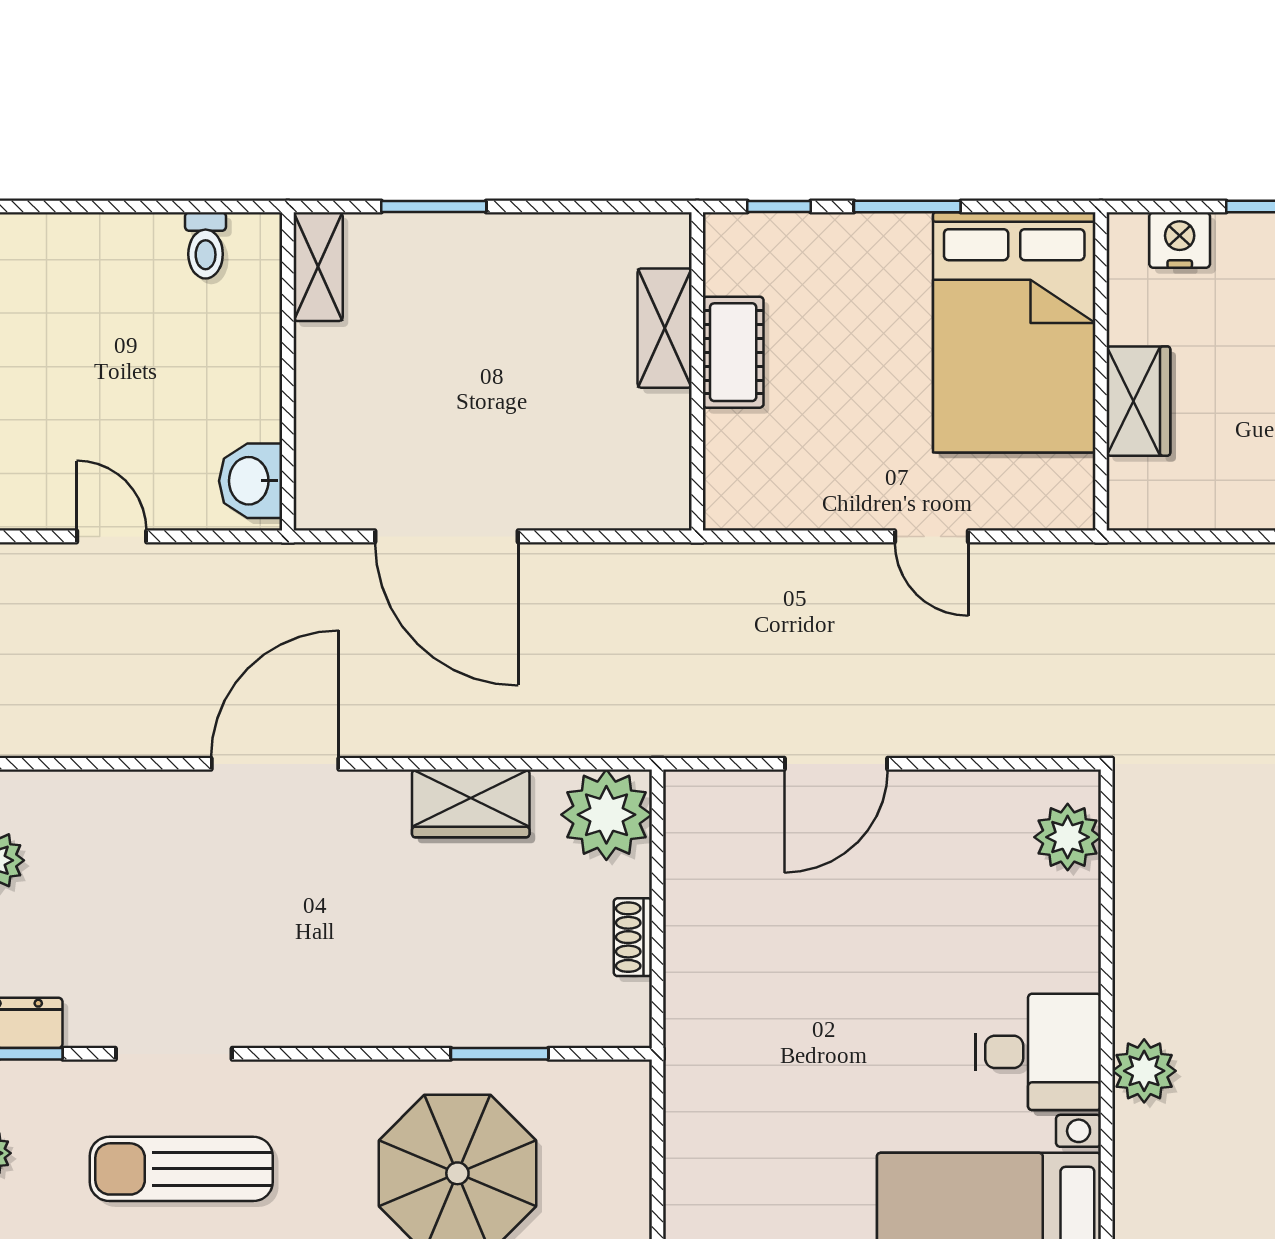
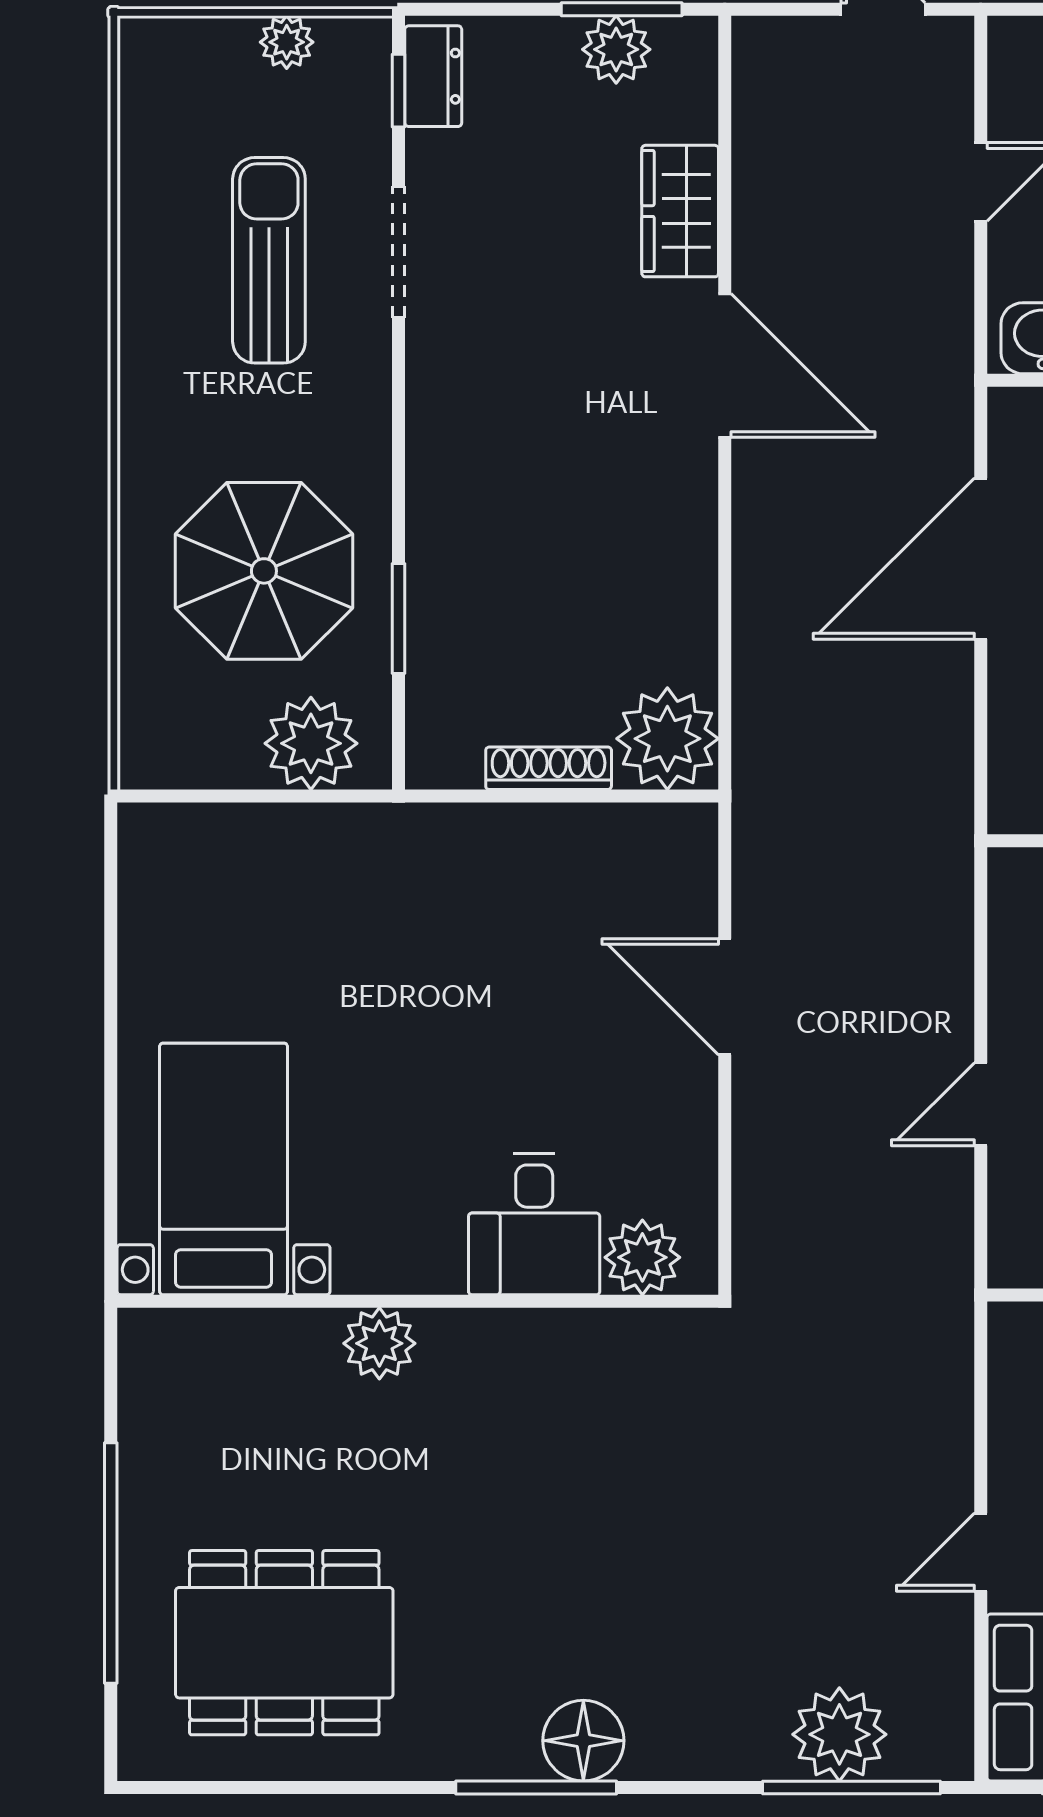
wardrobe: (471, 803) -> (680, 211), moved
shoe rack: (633, 937) -> (549, 768), width x1.43
desk: (1038, 1052) -> (534, 1224), moved
plant: (611, 1132) -> (311, 743), added

